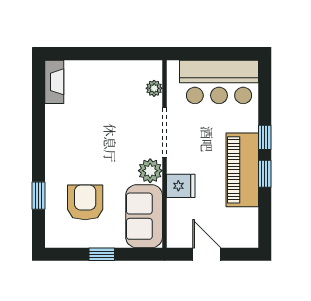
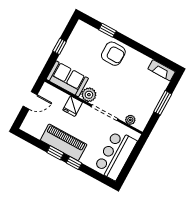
window: (102, 54) -> (163, 103), added
armchair: (85, 202) -> (113, 54), moved

